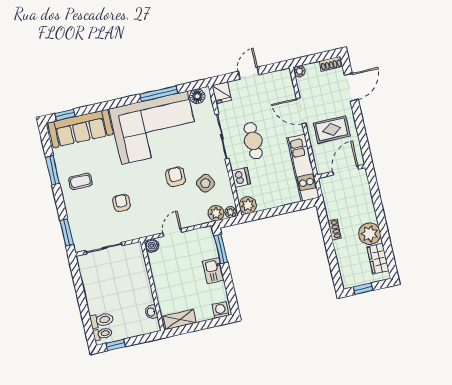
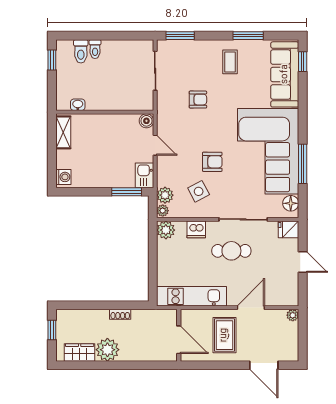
shoe rack: (331, 64) -> (293, 350), removed
kitchen sink: (213, 271) -> (145, 175), moved, turned -90
toilet: (103, 334) -> (95, 49), moved

